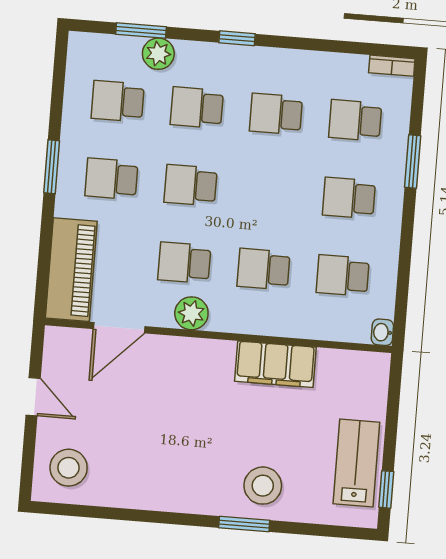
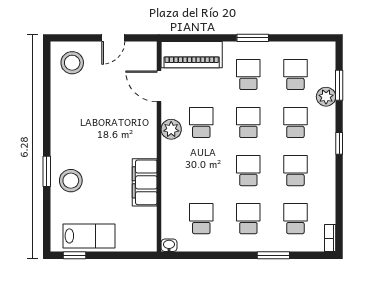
school desk: (264, 269) -> (248, 171), moved

